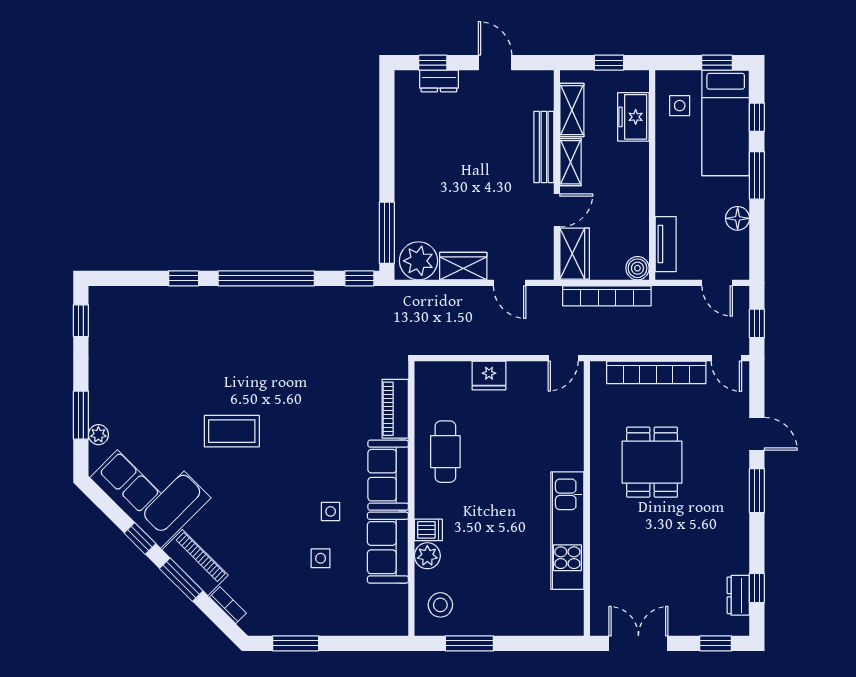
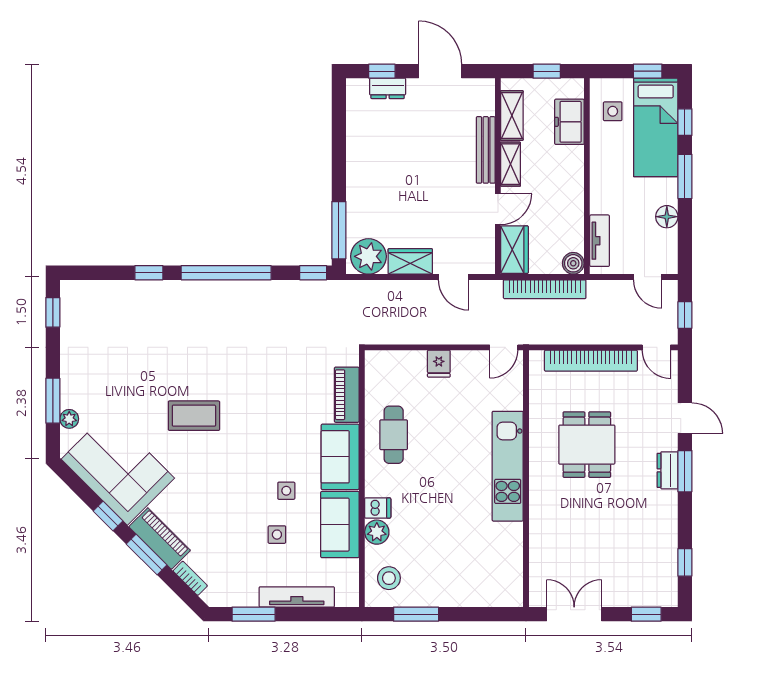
door: (495, 63) -> (440, 71), width x1.38
fridge: (489, 376) -> (439, 364), width x0.72
kitchen unit: (567, 531) -> (508, 466), moved
dresser: (738, 595) -> (667, 470), moved
tv unit: (342, 625) -> (297, 597), added

